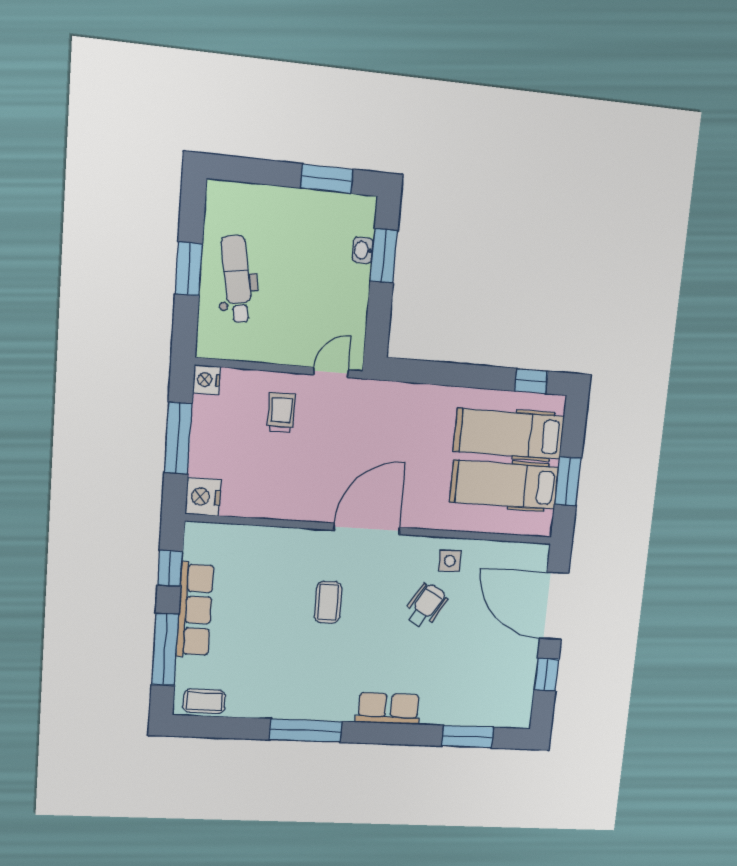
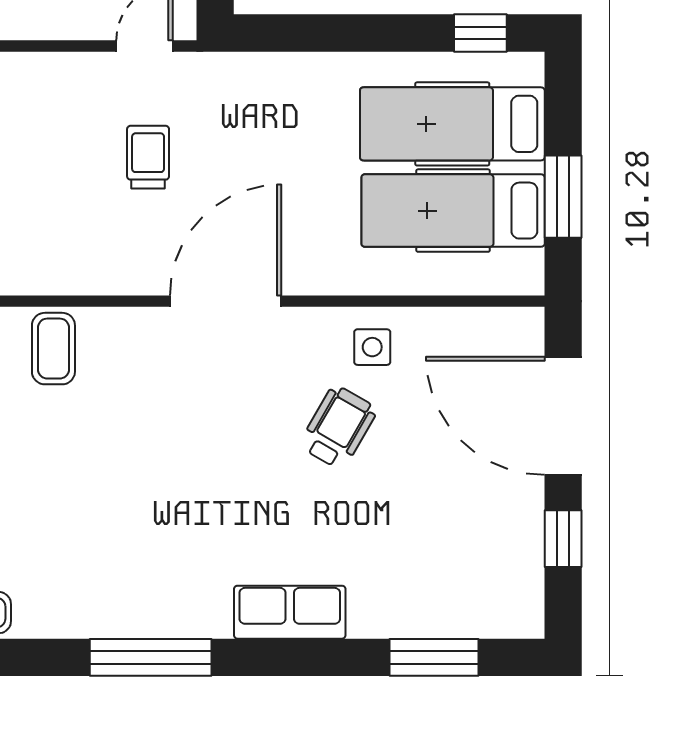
trolley: (281, 413) -> (148, 157), moved
coffee table: (328, 602) -> (53, 349), moved

